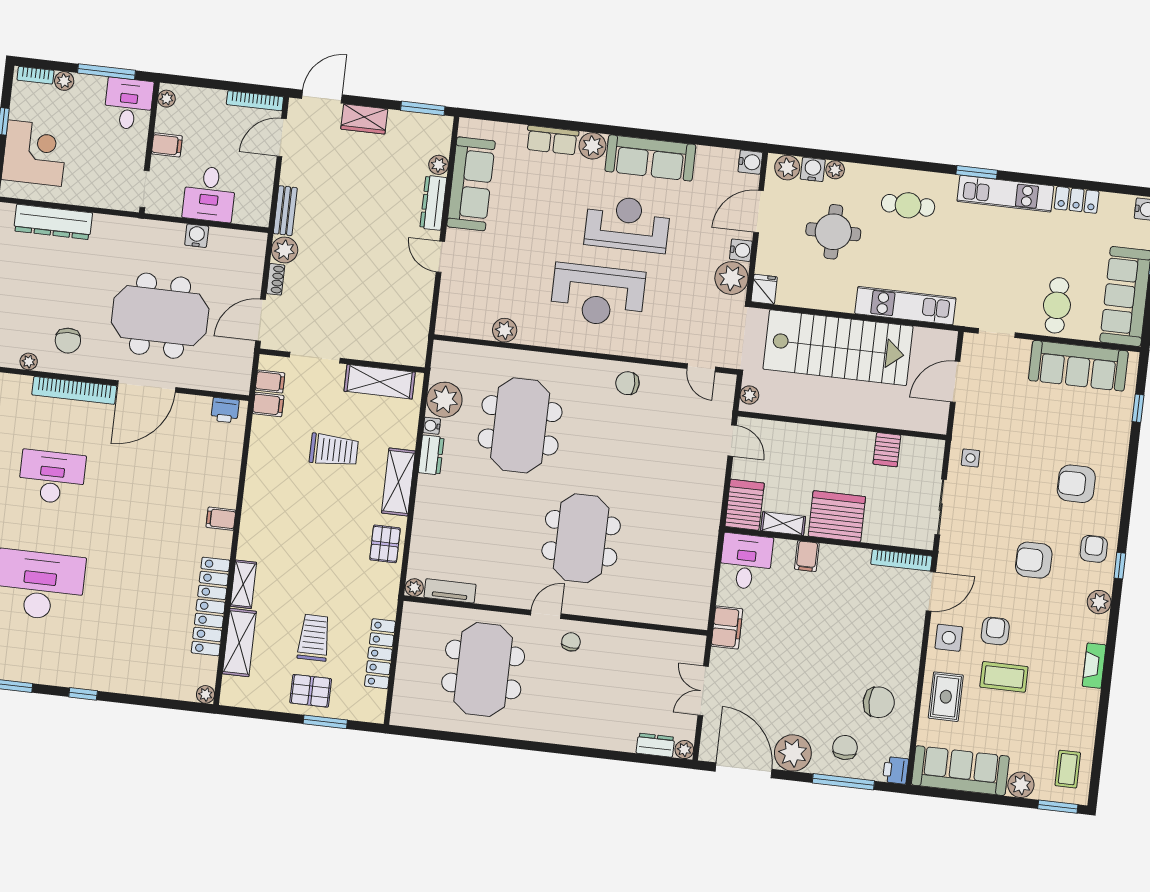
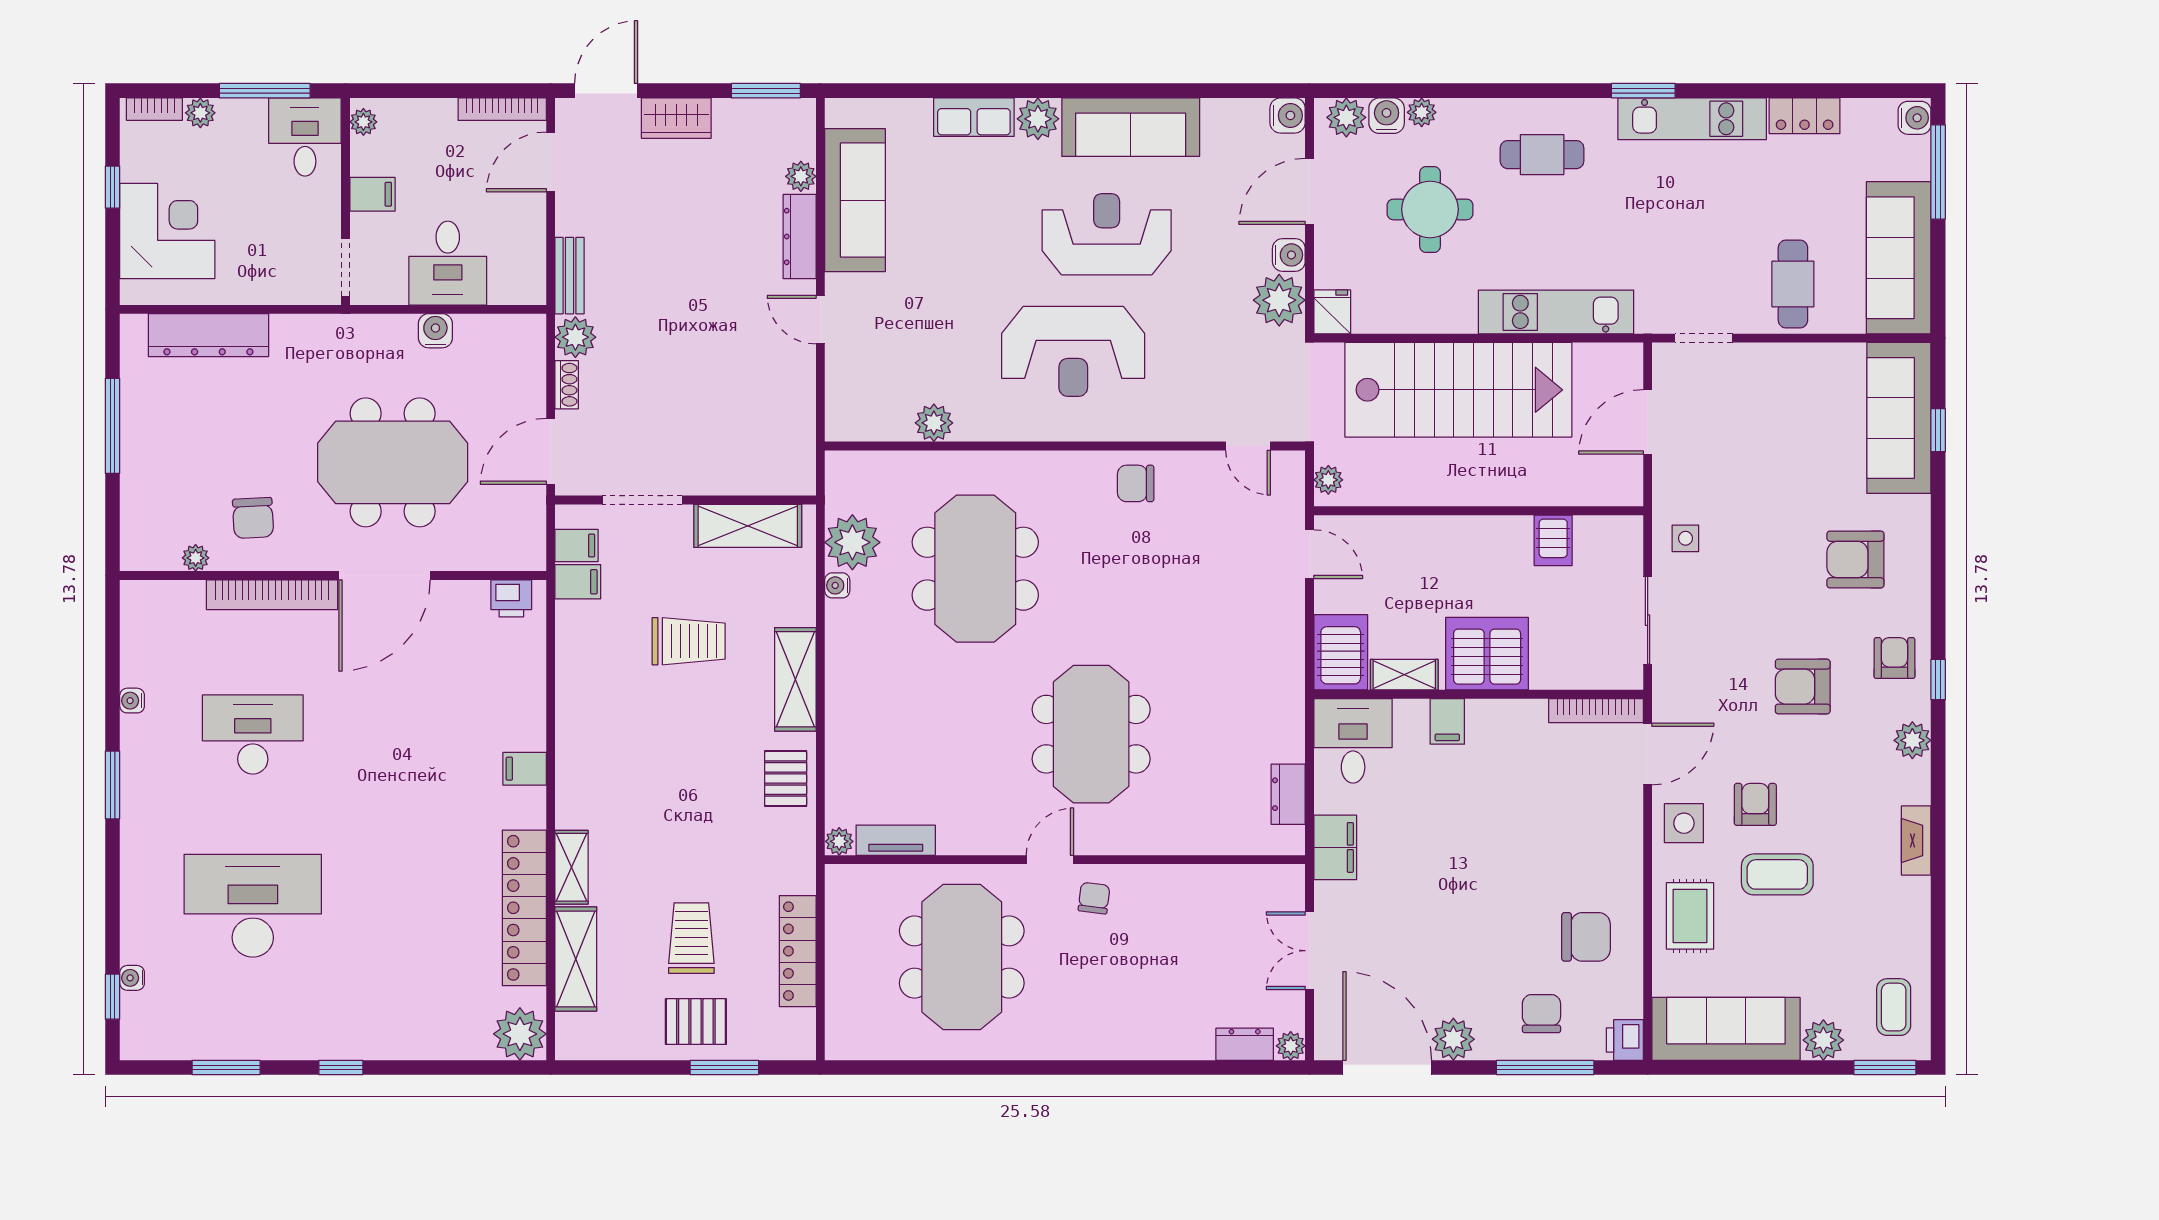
sofa: (1078, 366) -> (1899, 418), moved, turned 90
dresser: (431, 455) -> (1288, 794), moved, turned 180
plant: (205, 694) -> (520, 1034), width x1.87, depth x1.87
plant: (793, 753) -> (1453, 1039), width x0.73, depth x0.73

